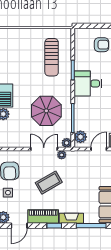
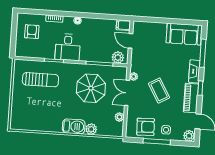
plant: (67, 143) -> (119, 117), moved

